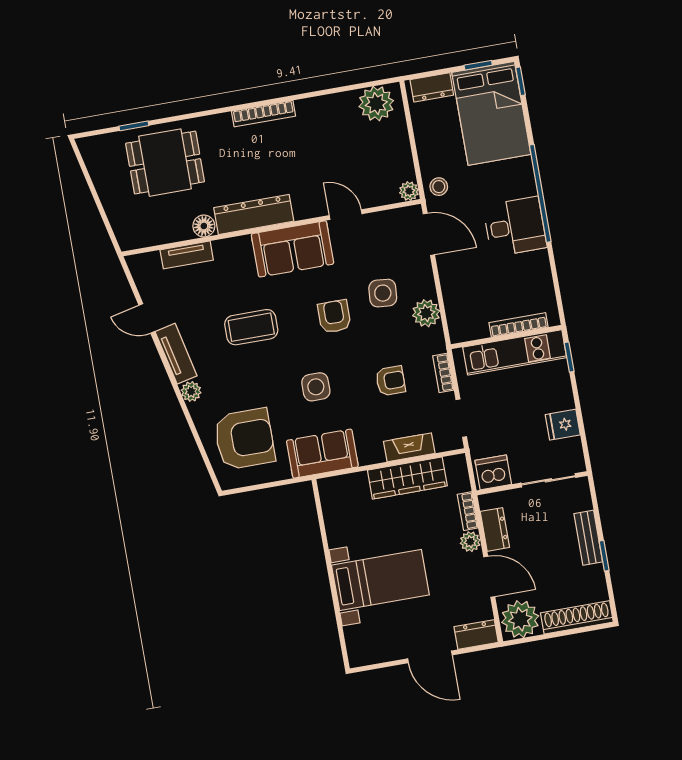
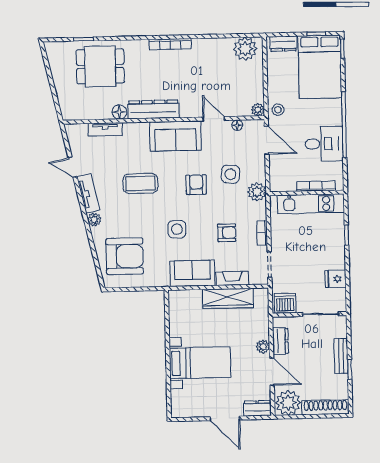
floor lamp: (382, 219) -> (237, 125), added
bookcase: (518, 325) -> (316, 186), moved
wall: (506, 337) -> (307, 193), moved
kitchen unit: (515, 352) -> (311, 204), moved
sofa: (322, 454) -> (192, 273), moved
bookcase: (468, 511) -> (264, 326), removed

